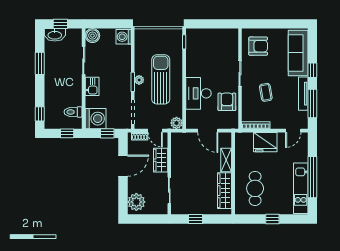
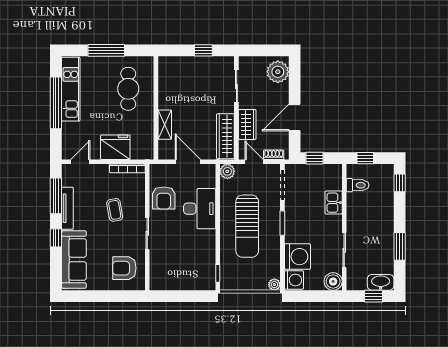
plant: (139, 80) -> (274, 285), moved
kitchen sink: (92, 86) -> (334, 203), moved
washing machine: (96, 119) -> (297, 257), moved, turned 180
wardrobe: (224, 191) -> (225, 136), moved, turned 180
window: (272, 219) -> (106, 50), width x2.17

